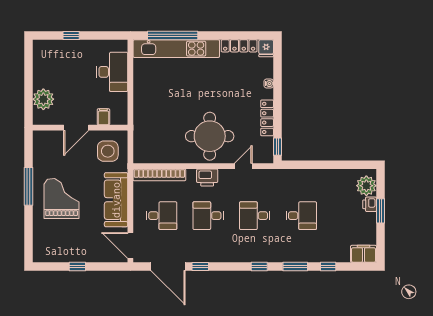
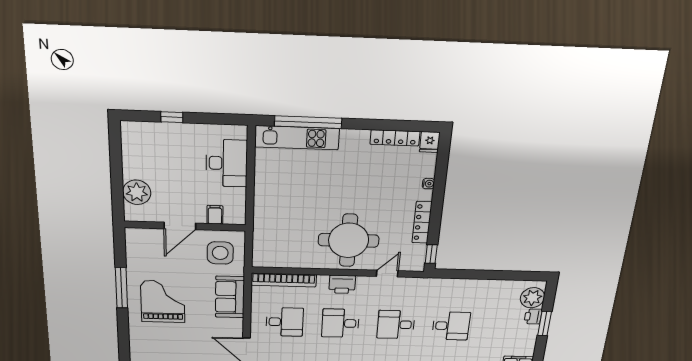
kitchen unit: (176, 49) -> (297, 138), width x0.73
sofa: (116, 200) -> (230, 297), width x0.73

